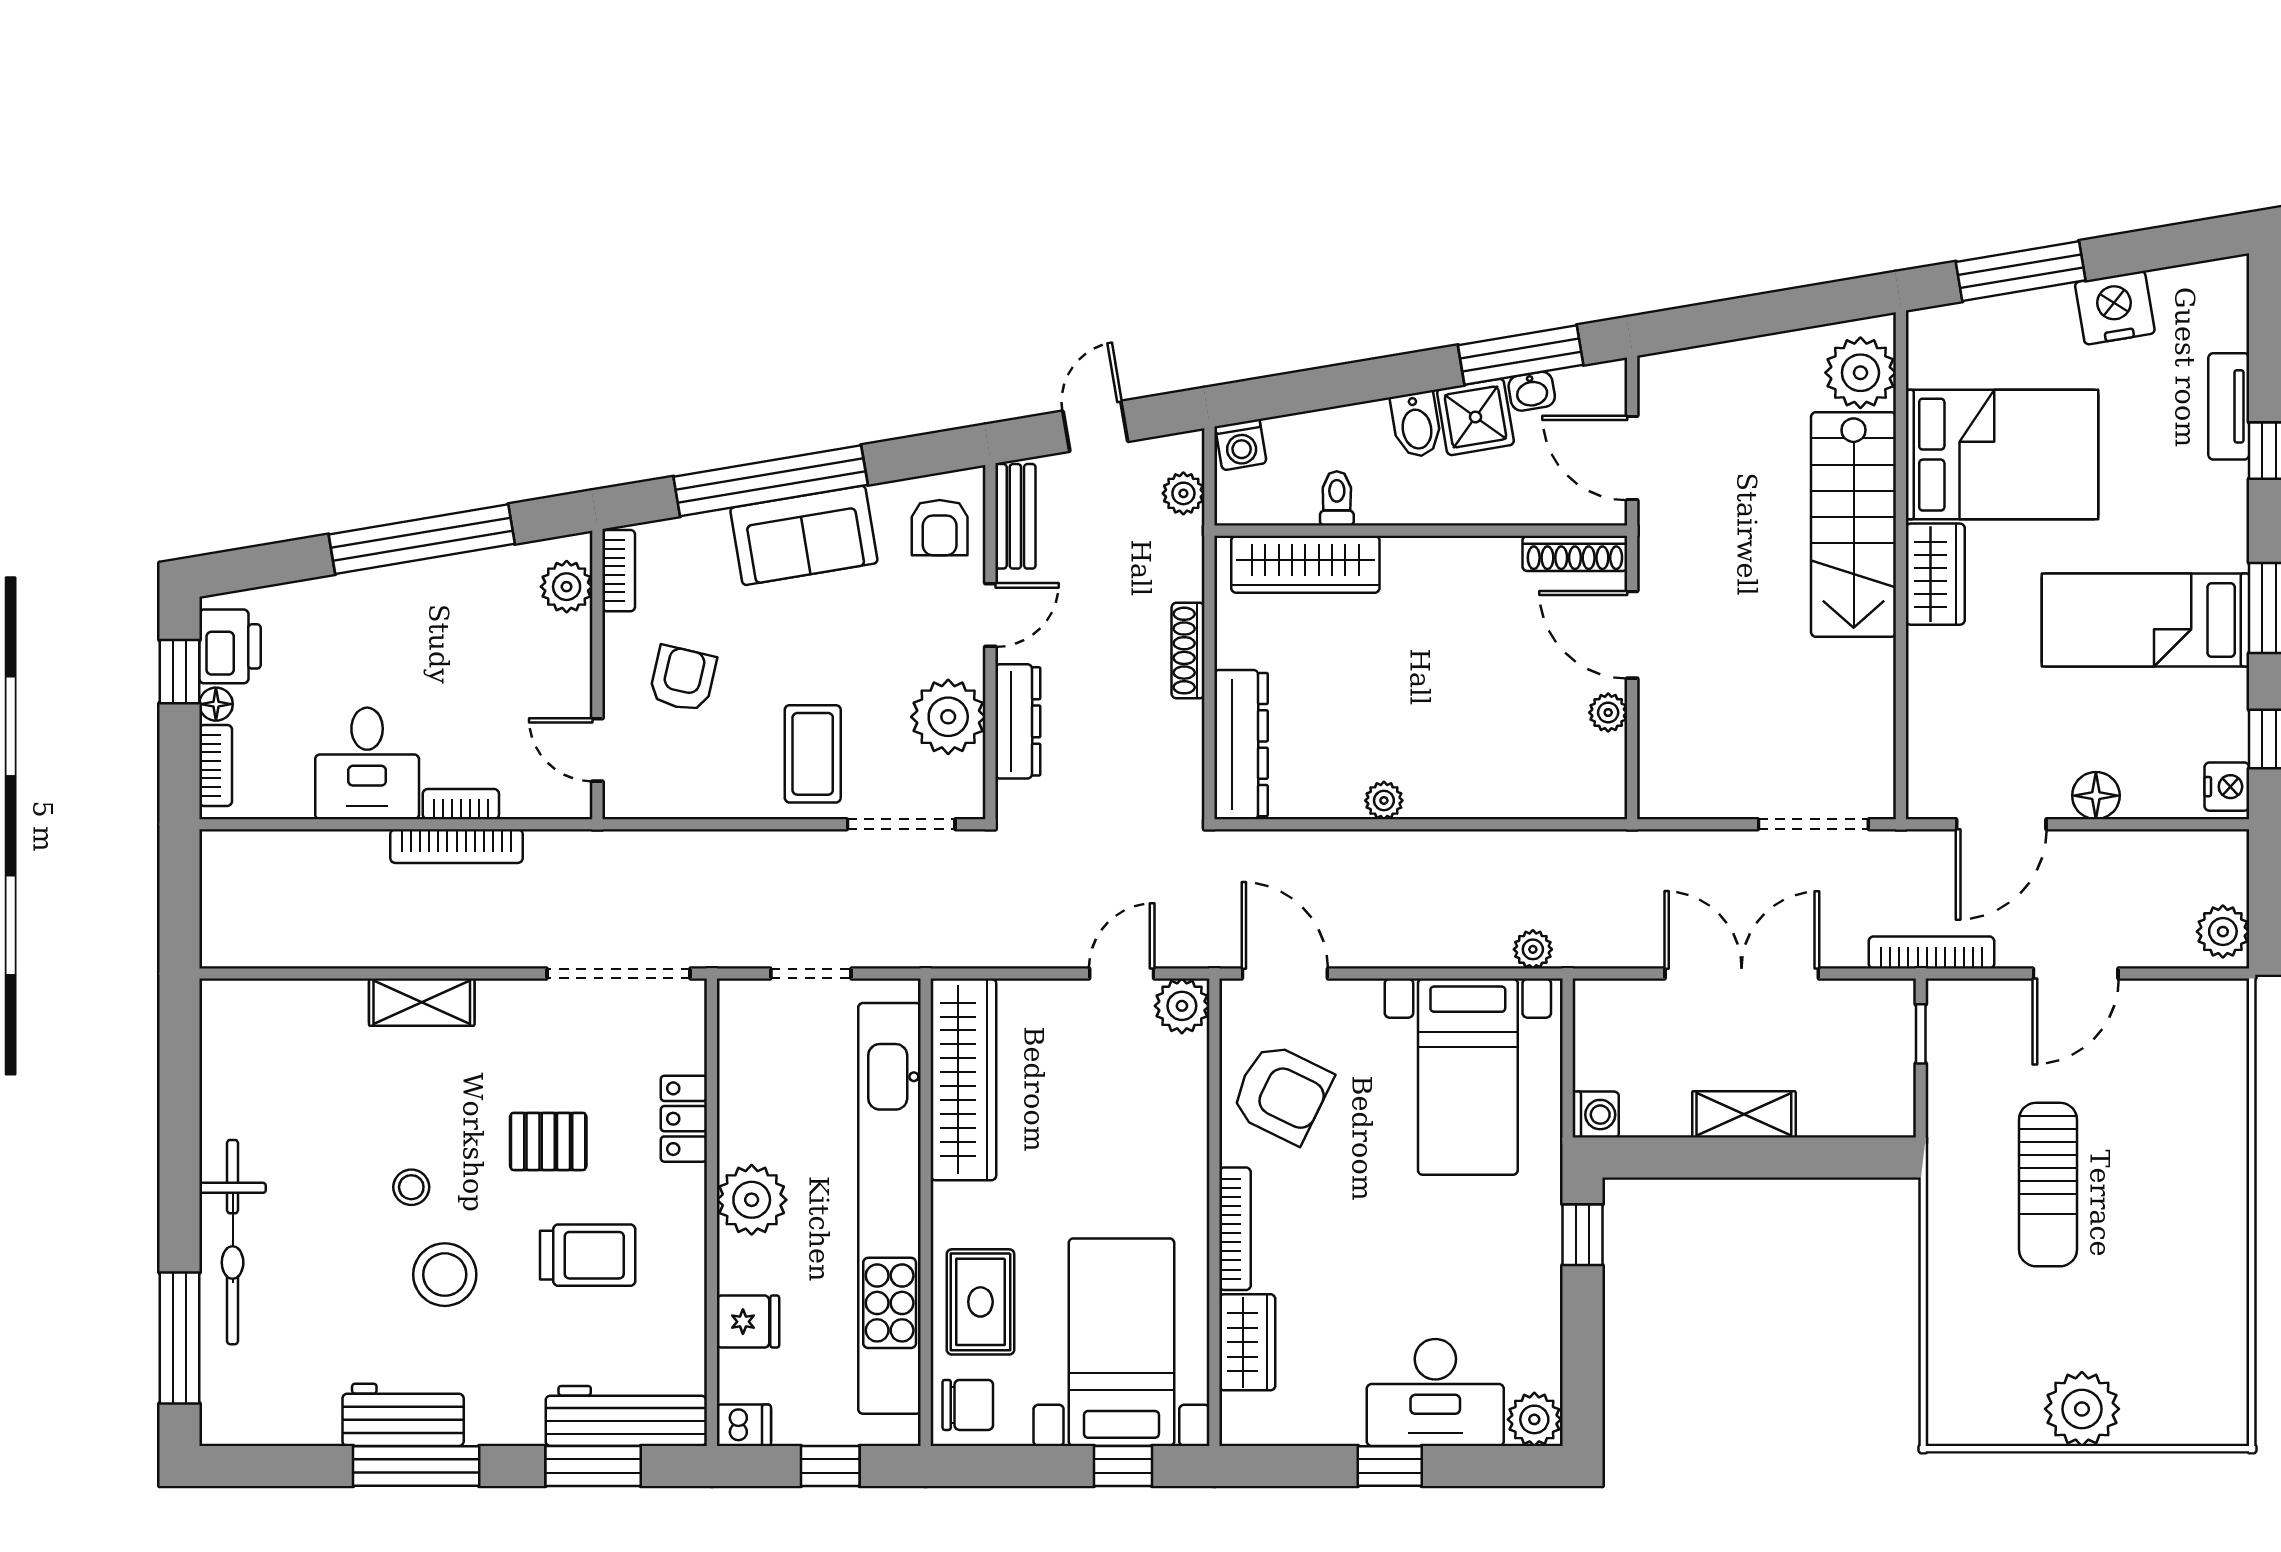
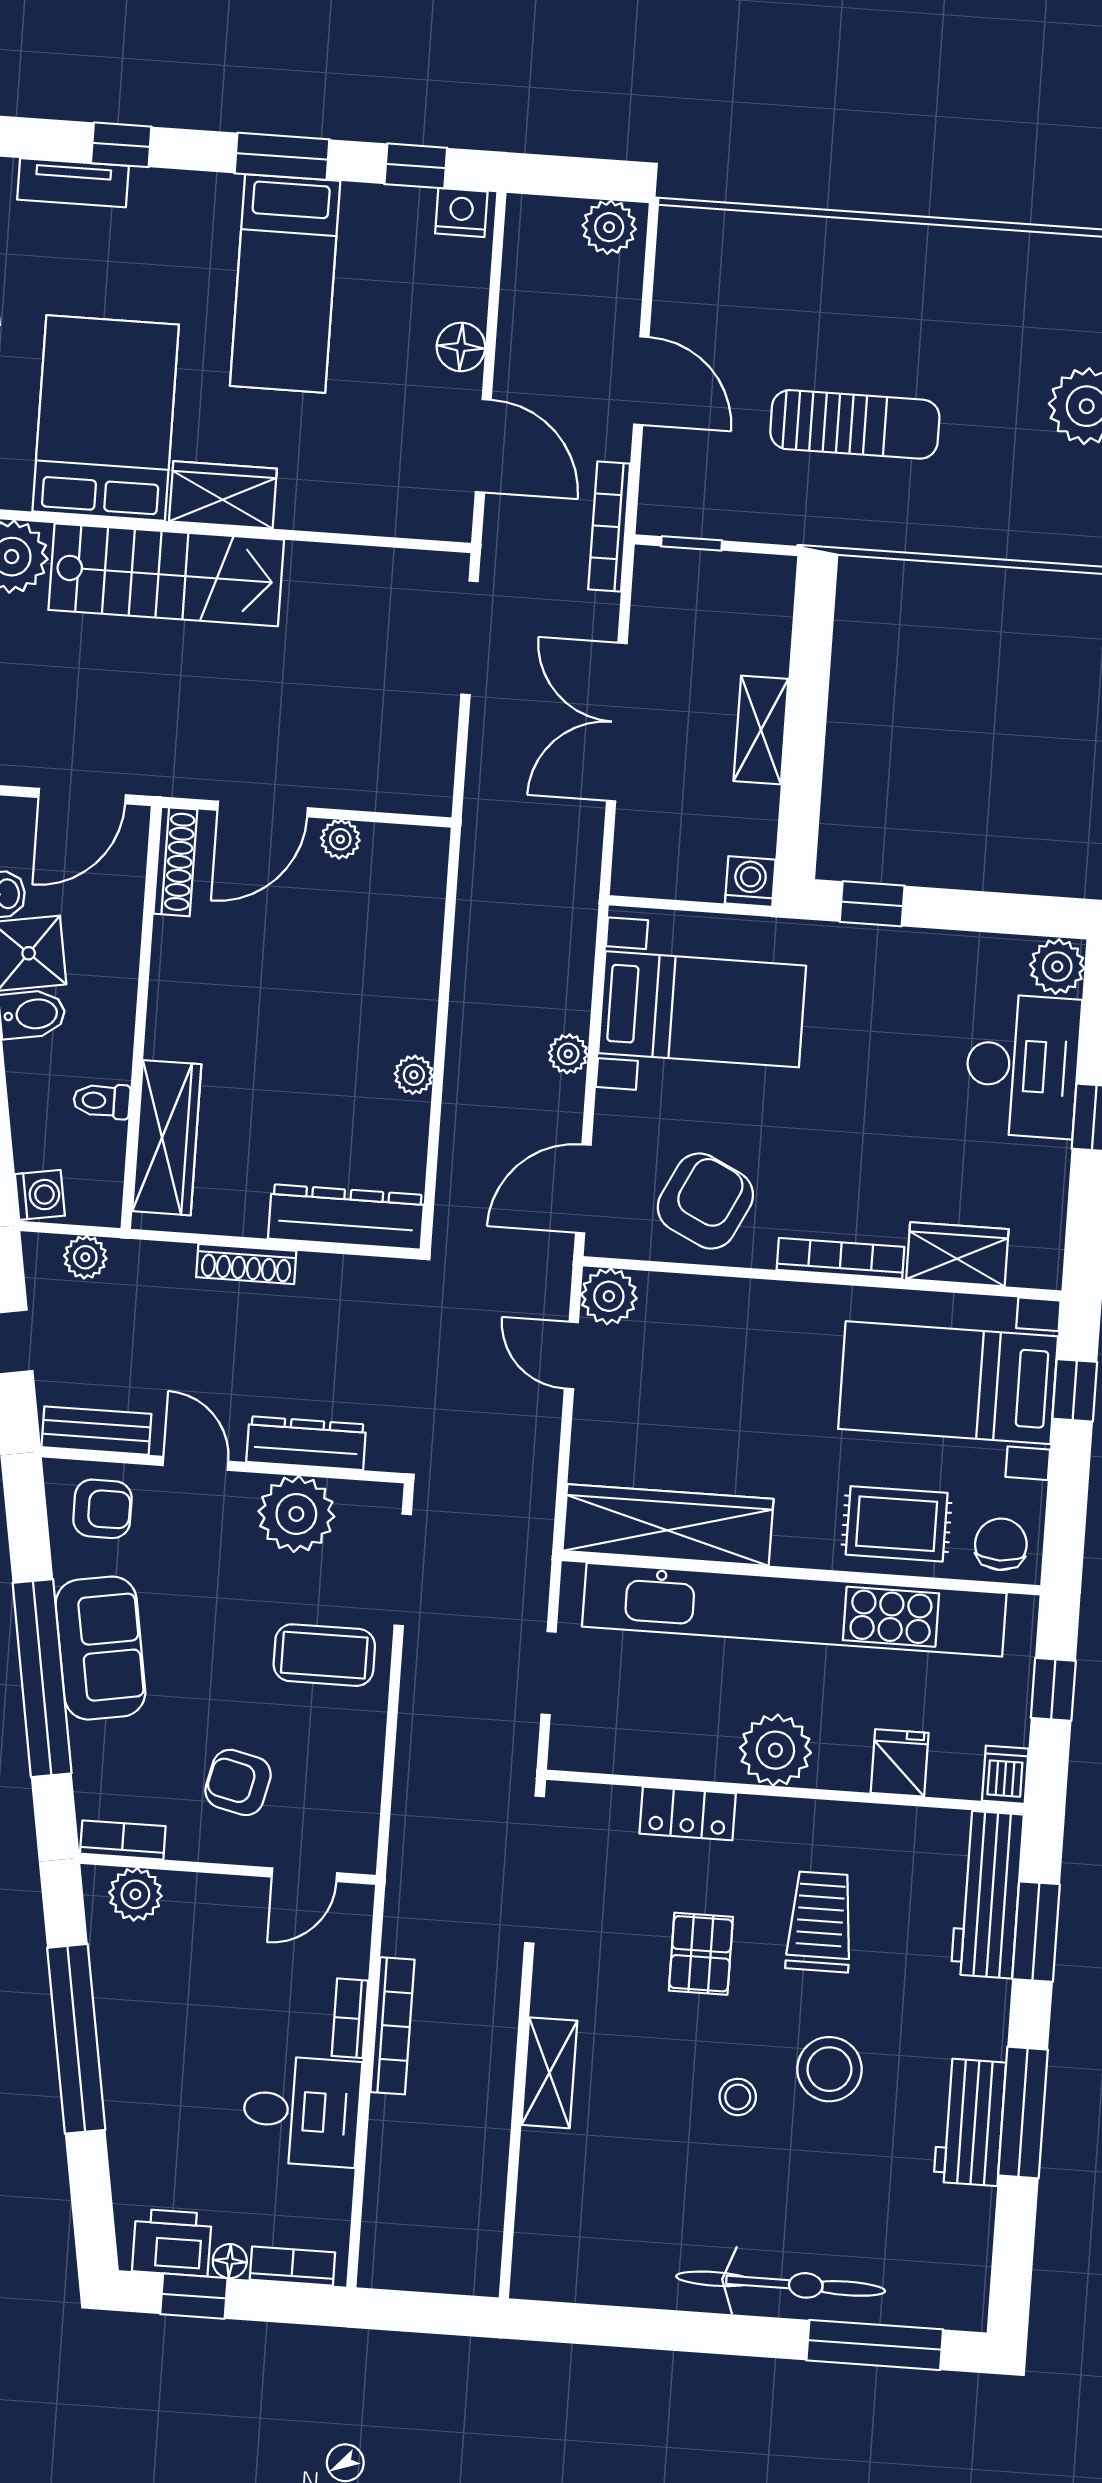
plant: (1533, 949) -> (568, 1054), moved

